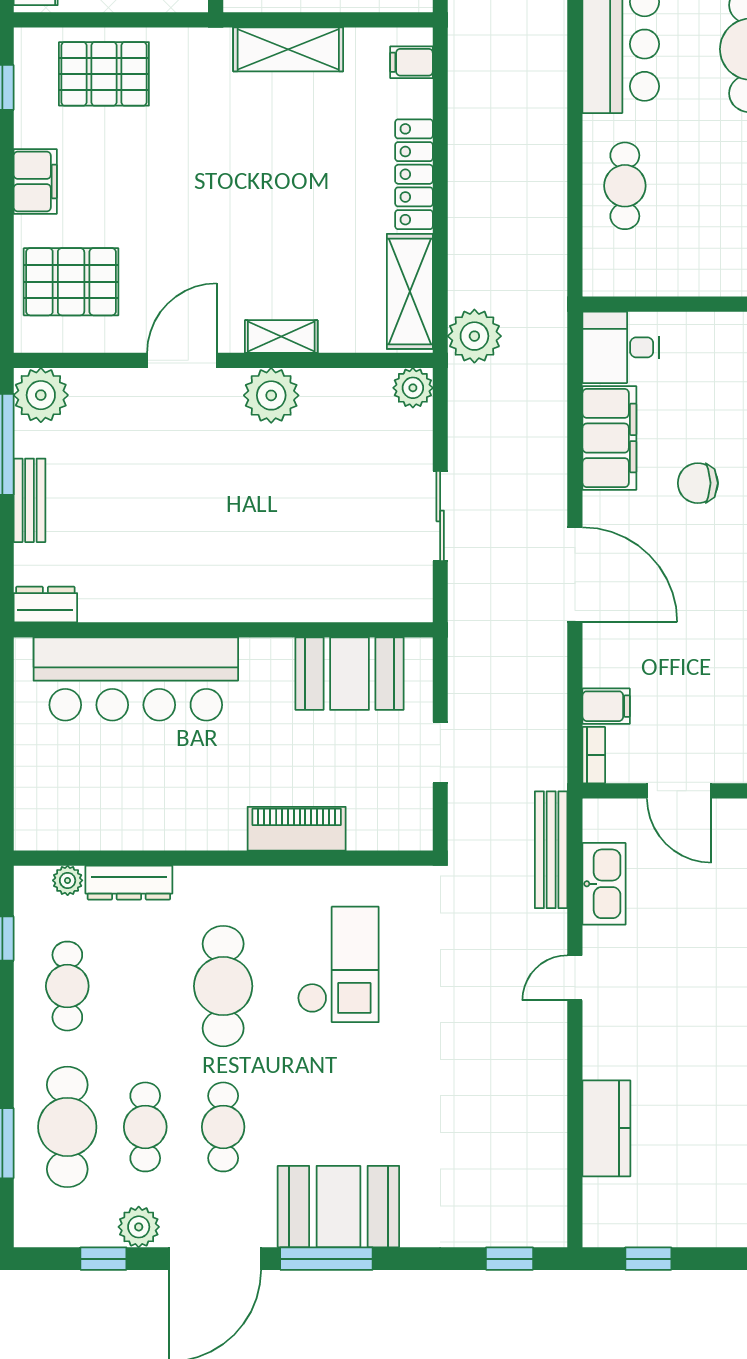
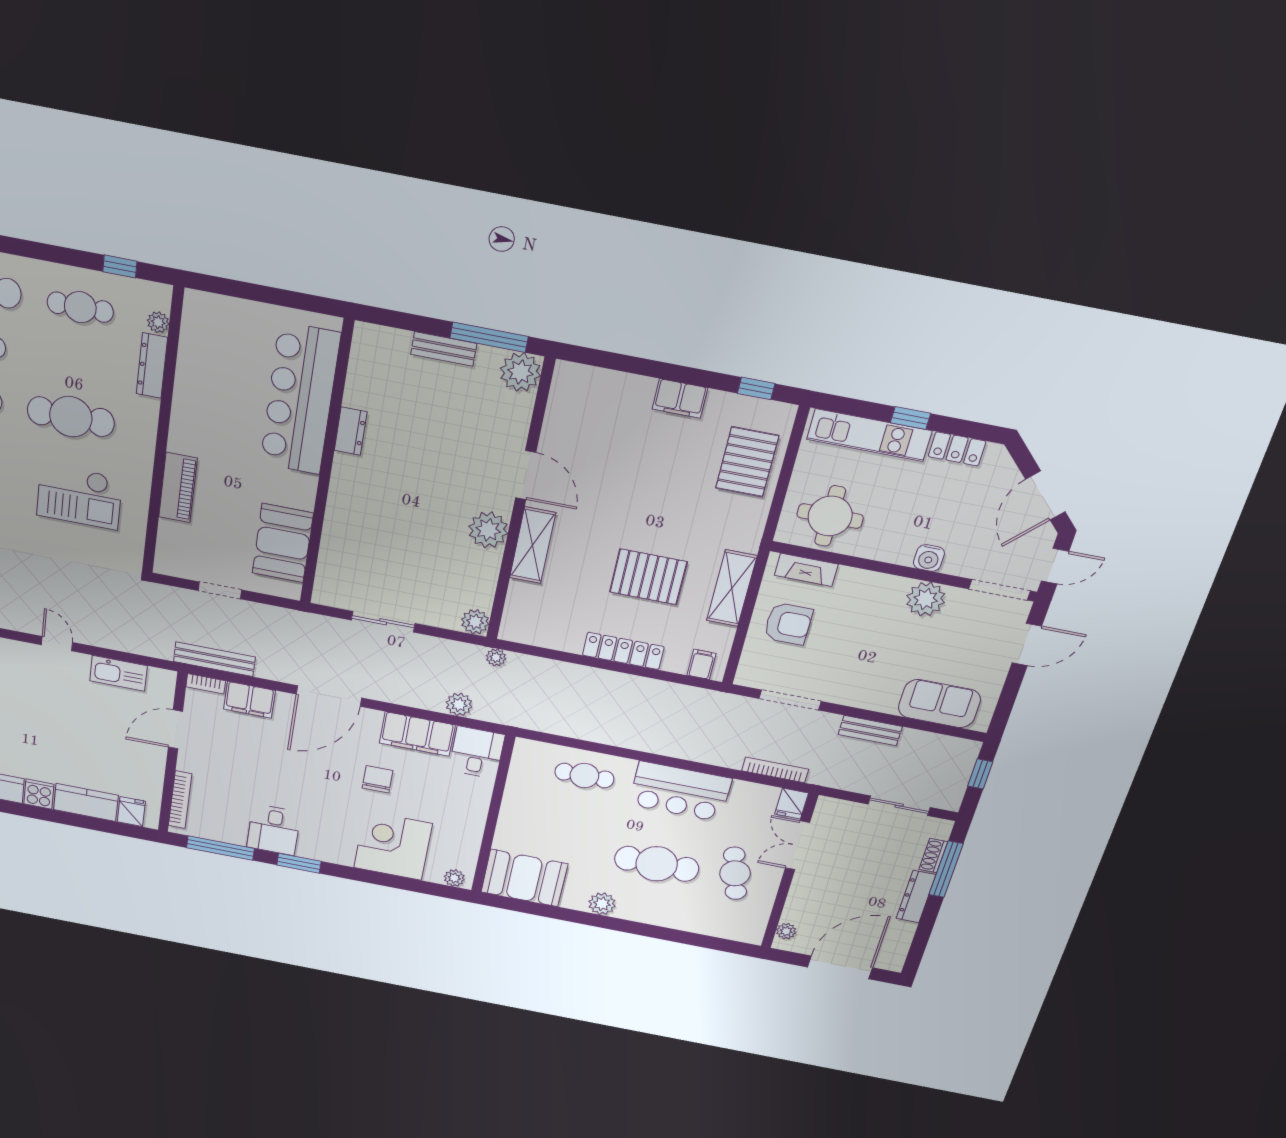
pallet: (71, 282) -> (648, 577), moved, turned 90
shelving: (410, 291) -> (542, 633), removed
plant: (474, 336) -> (496, 657), width x0.53, depth x0.53
shelving: (281, 337) -> (533, 545), width x1.50, depth x1.33
plant: (548, 387) -> (459, 704), added
dresser: (45, 604) -> (351, 431), moved
filing cabinet: (606, 706) -> (249, 700), width x2.00
bench: (551, 850) -> (214, 659), moved

